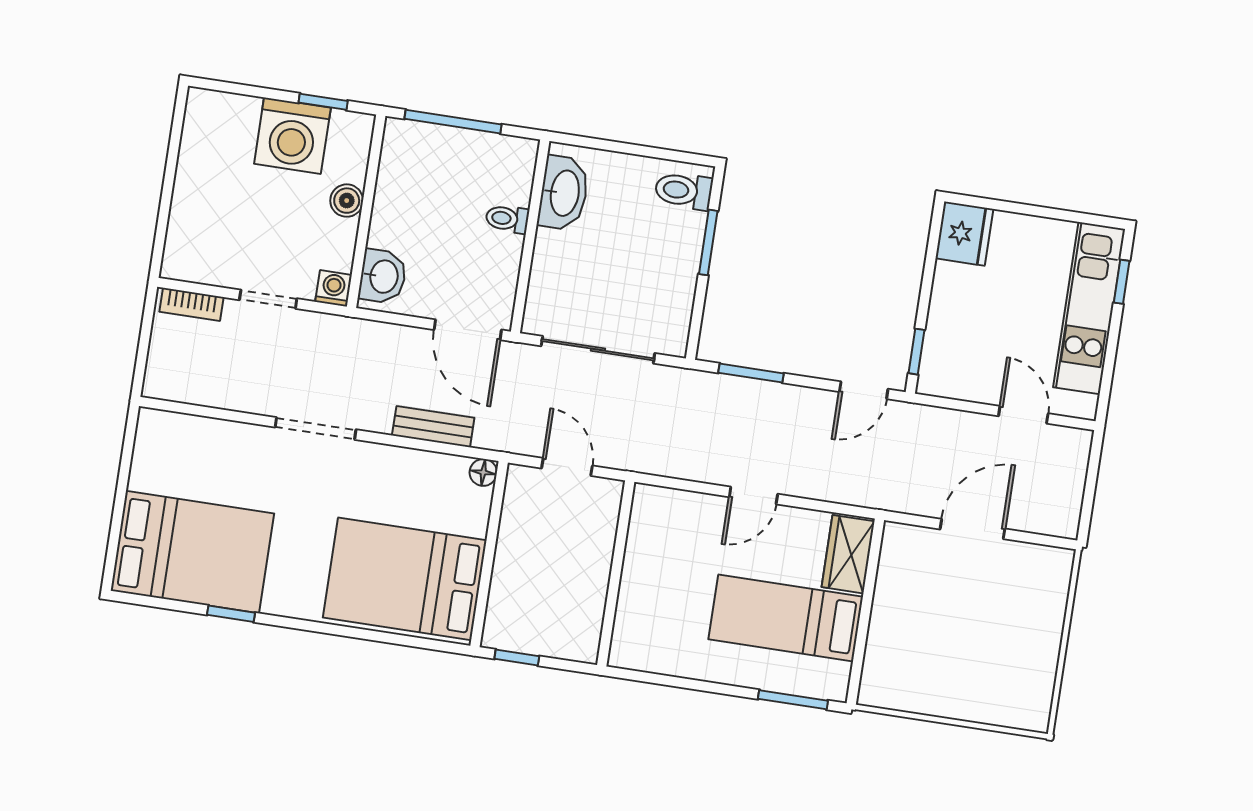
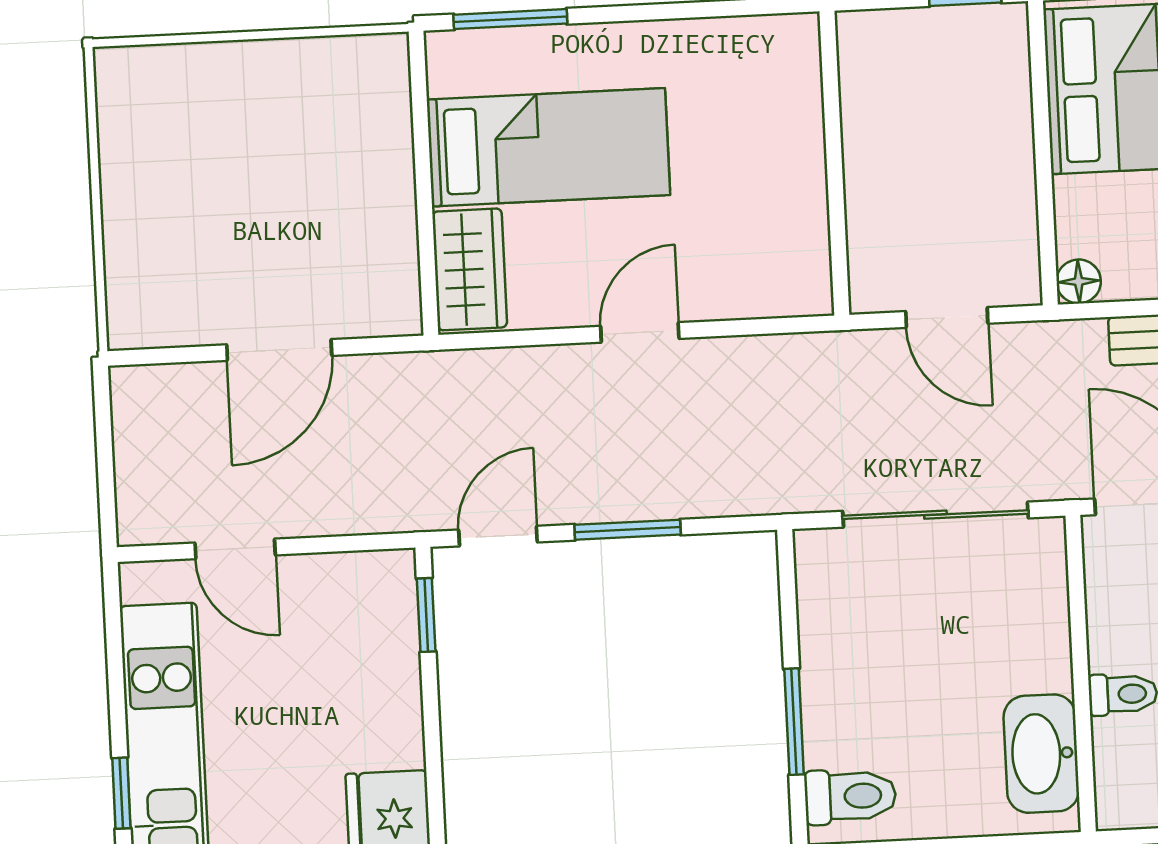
window: (751, 373) -> (628, 530), moved

